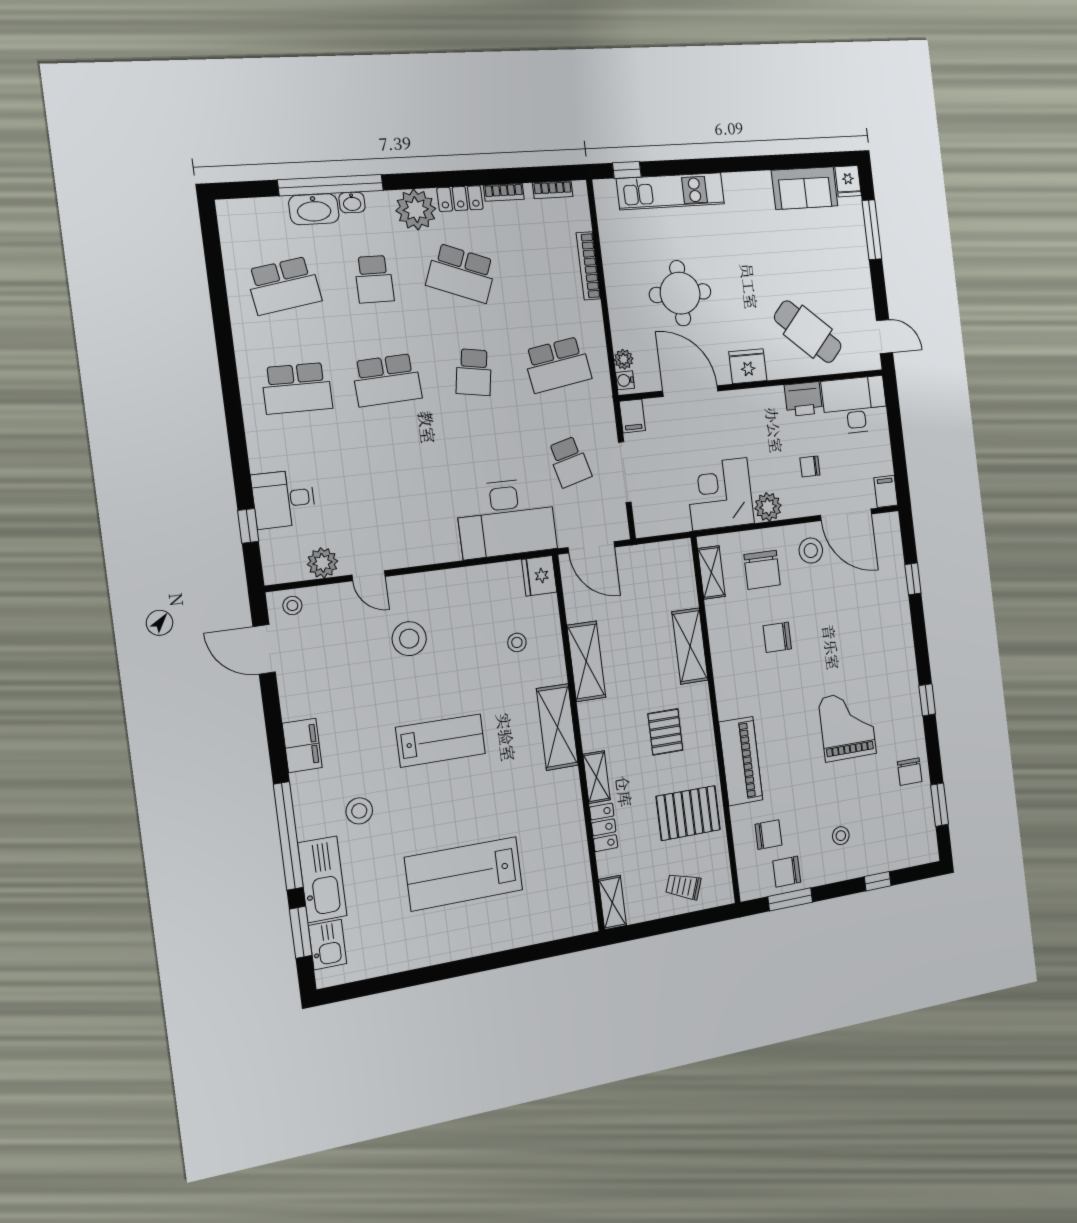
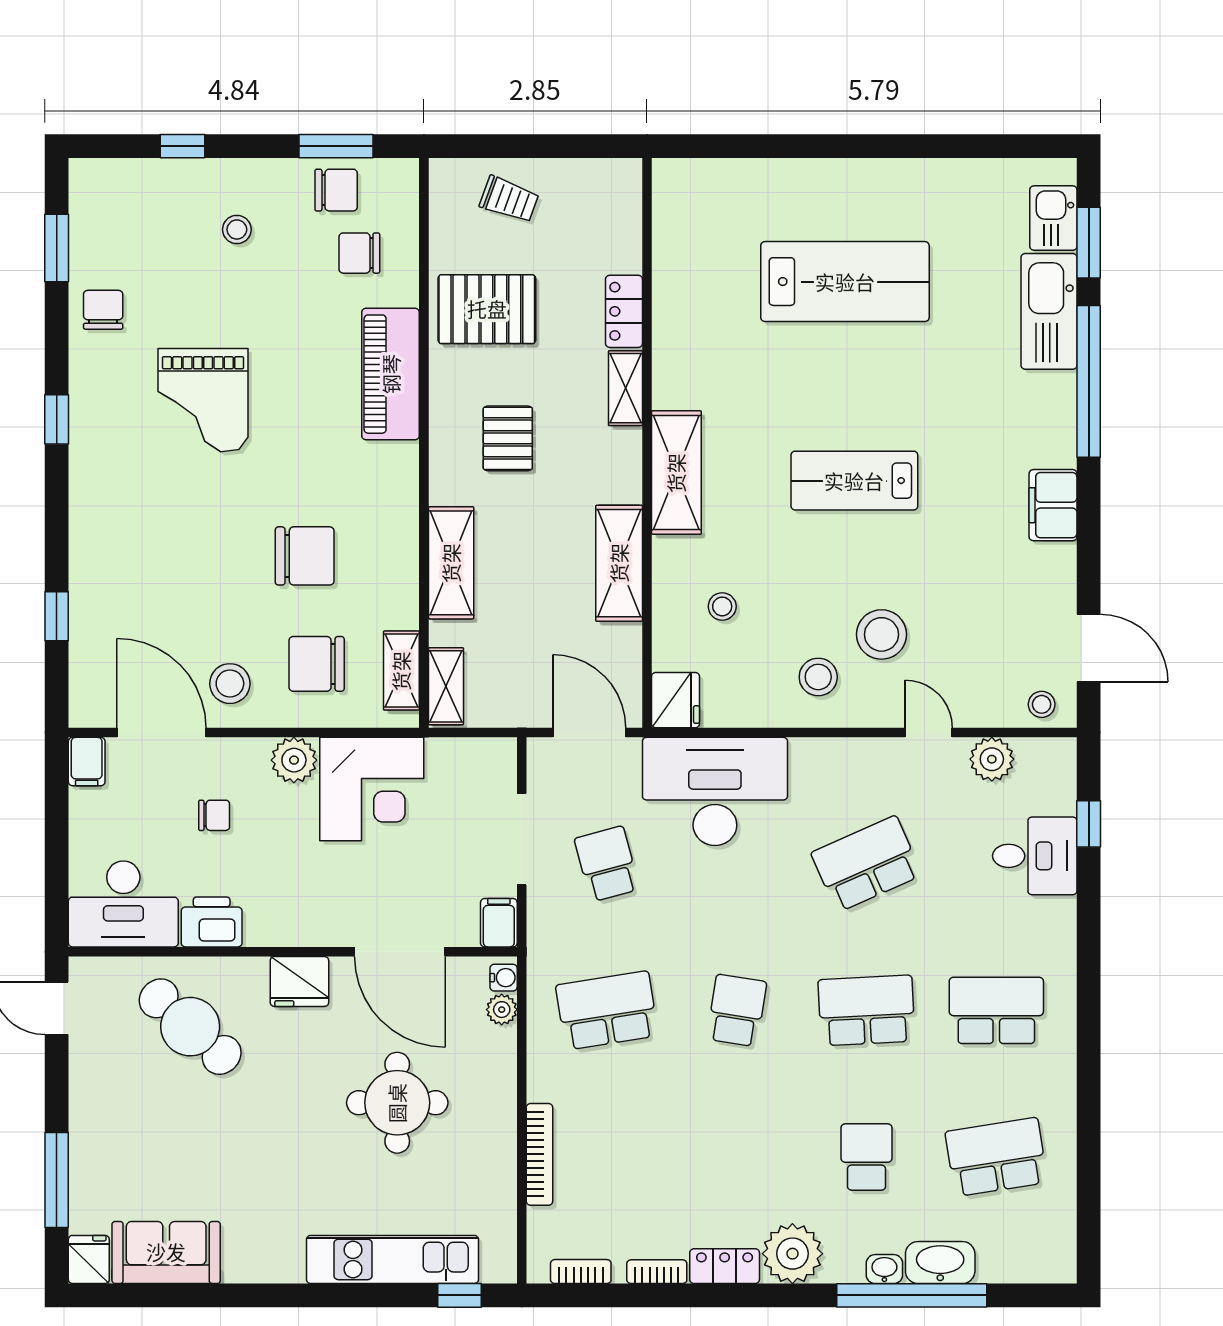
school desk: (461, 273) -> (866, 864), moved, turned -45
chair: (762, 570) -> (317, 664), turned -90
chair: (777, 637) -> (305, 556), width x1.37, depth x1.37
stool: (359, 811) -> (818, 677), moved
shelving: (612, 903) -> (446, 686), moved

